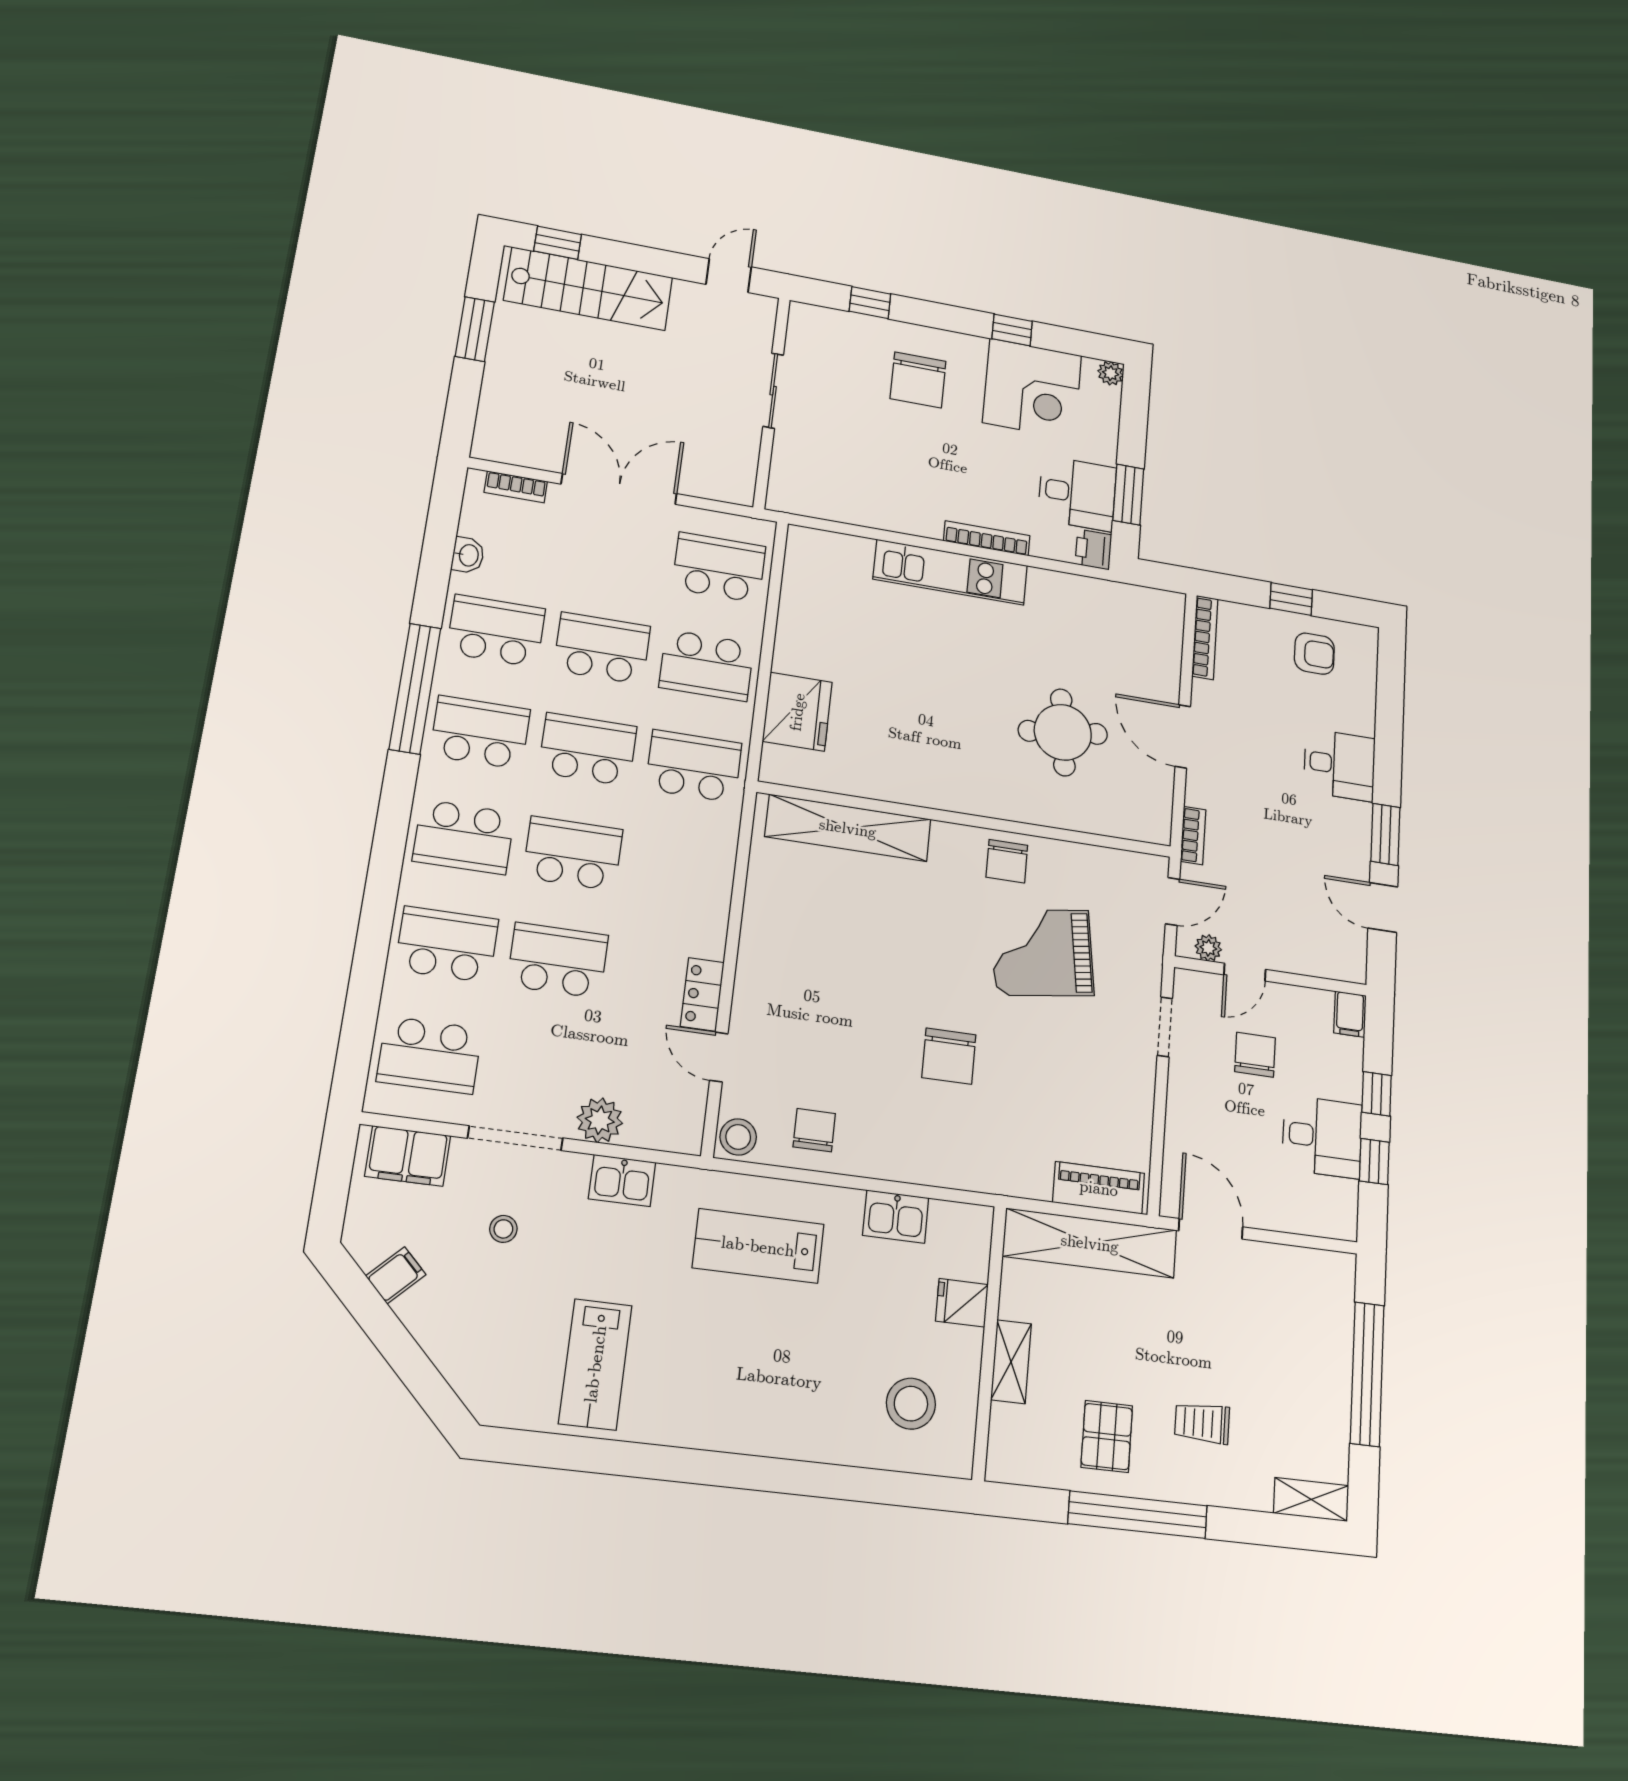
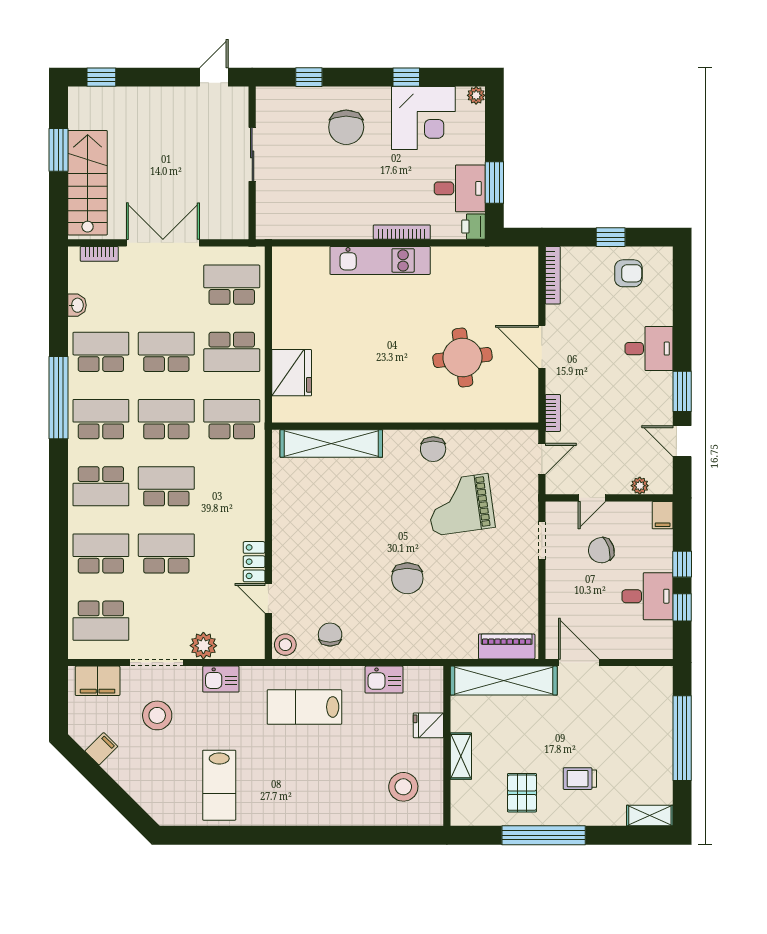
stairs: (589, 289) -> (88, 183), moved, turned -90
plant: (1208, 948) -> (640, 486), moved
chair: (1255, 1055) -> (601, 550), turned -107
stool: (503, 1229) -> (157, 715), width x1.89, depth x1.89

